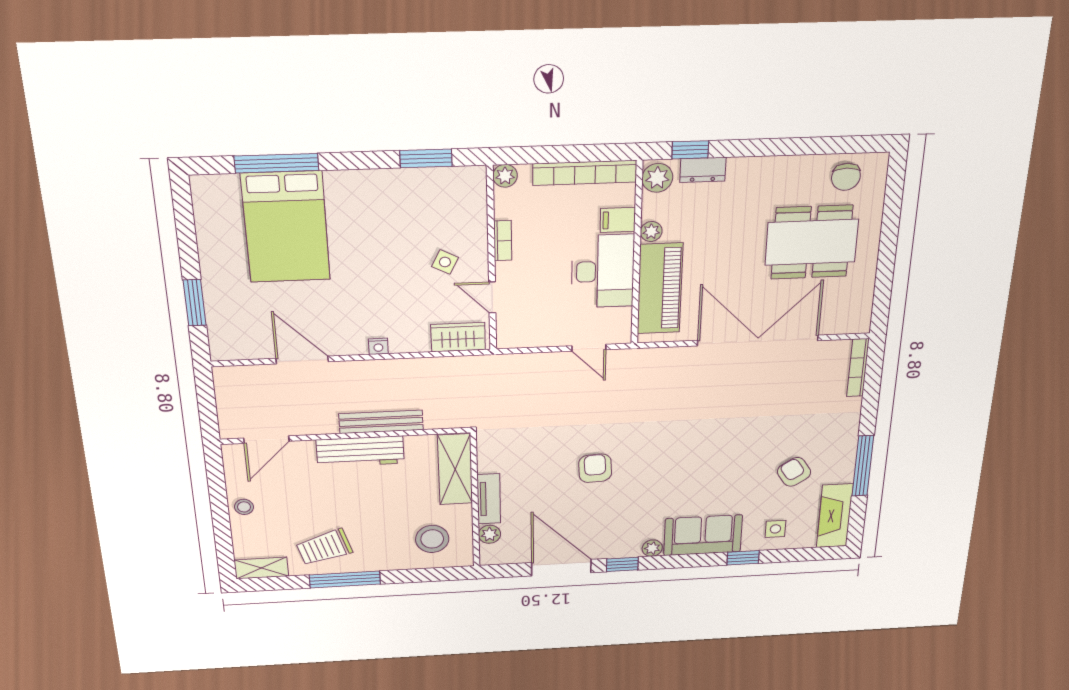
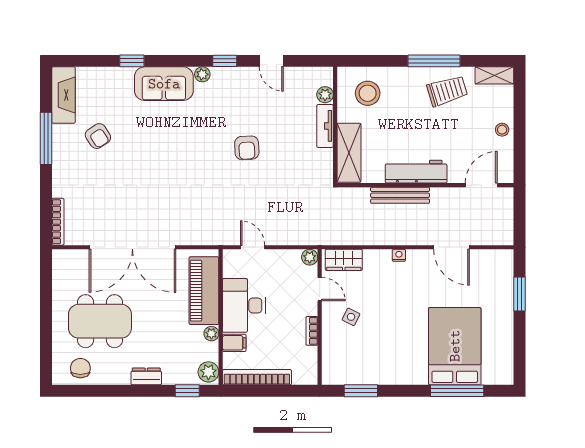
dresser: (703, 170) -> (146, 376), moved
plant: (505, 176) -> (310, 257), moved
side table: (775, 529) -> (108, 86), removed
door: (561, 568) -> (271, 61), width x0.53

